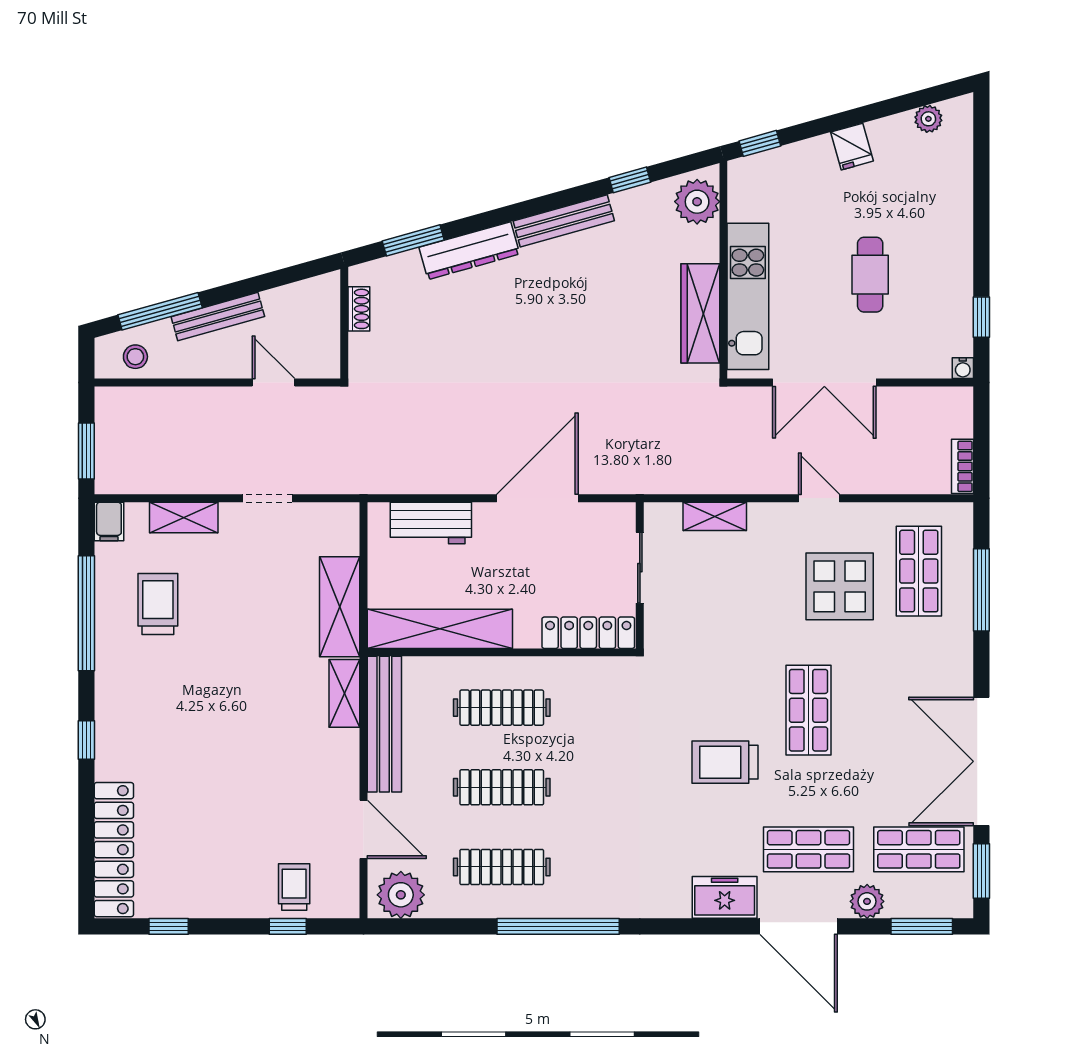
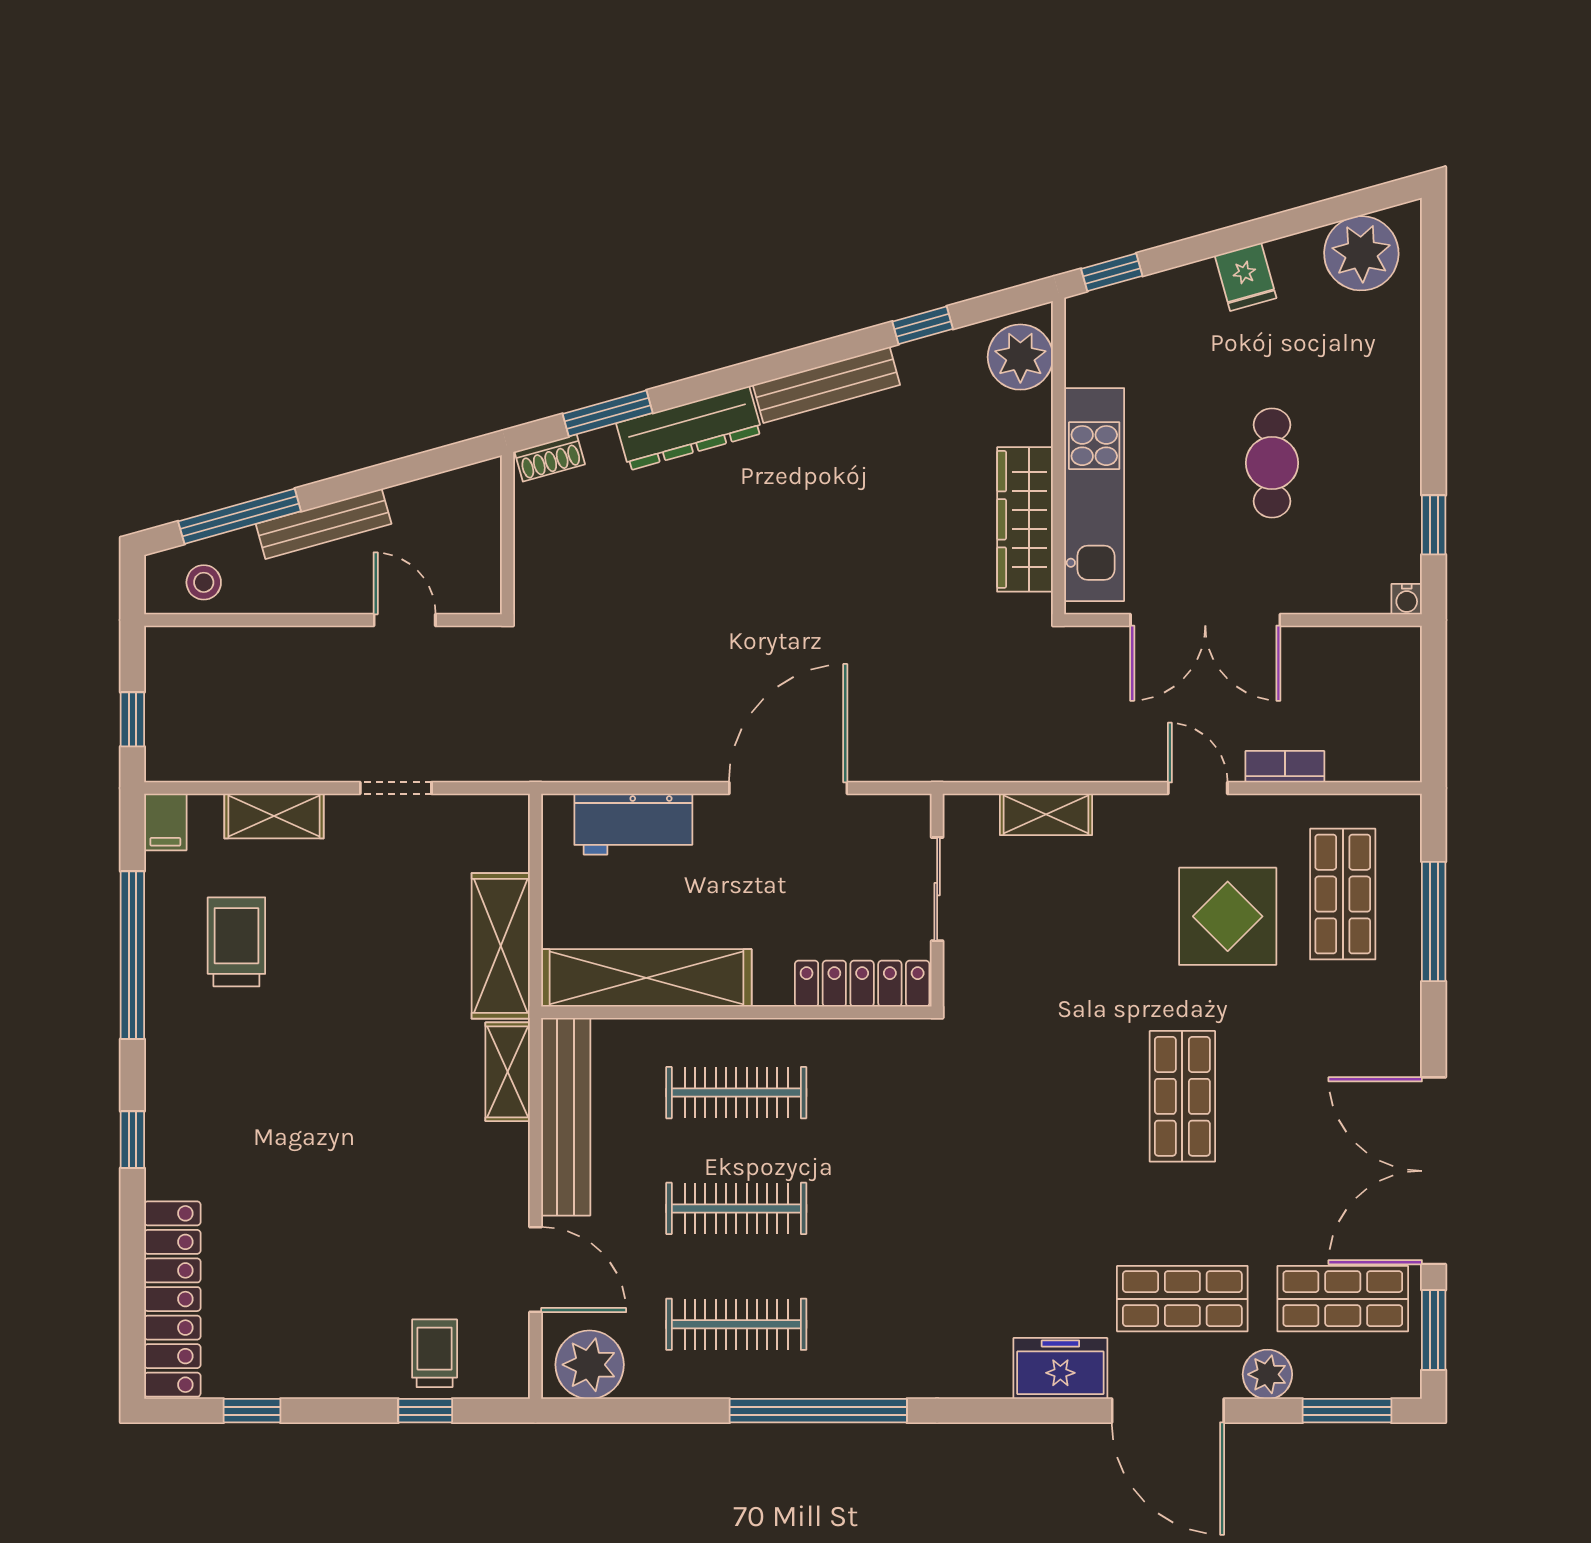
plant: (928, 119) -> (1361, 253), width x1.87, depth x1.87
shoe rack: (359, 309) -> (550, 458), moved, turned 74
window: (86, 451) -> (132, 719), width x0.67
bookcase: (962, 466) -> (1285, 767), moved, turned 90
trolley: (725, 762) -> (1061, 1172), removed

